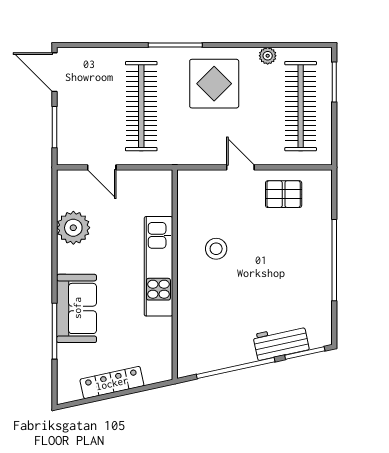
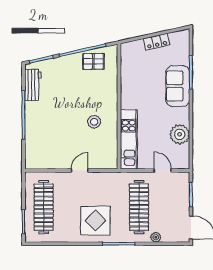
plant: (268, 56) -> (156, 237), moved
door: (240, 167) -> (80, 170), swing flipped
pallet: (284, 194) -> (93, 61), moved
kitchen unit: (158, 266) -> (129, 139), moved
workbench: (281, 342) -> (33, 85), moved, turned -78
locker: (112, 383) -> (157, 42), width x0.66

